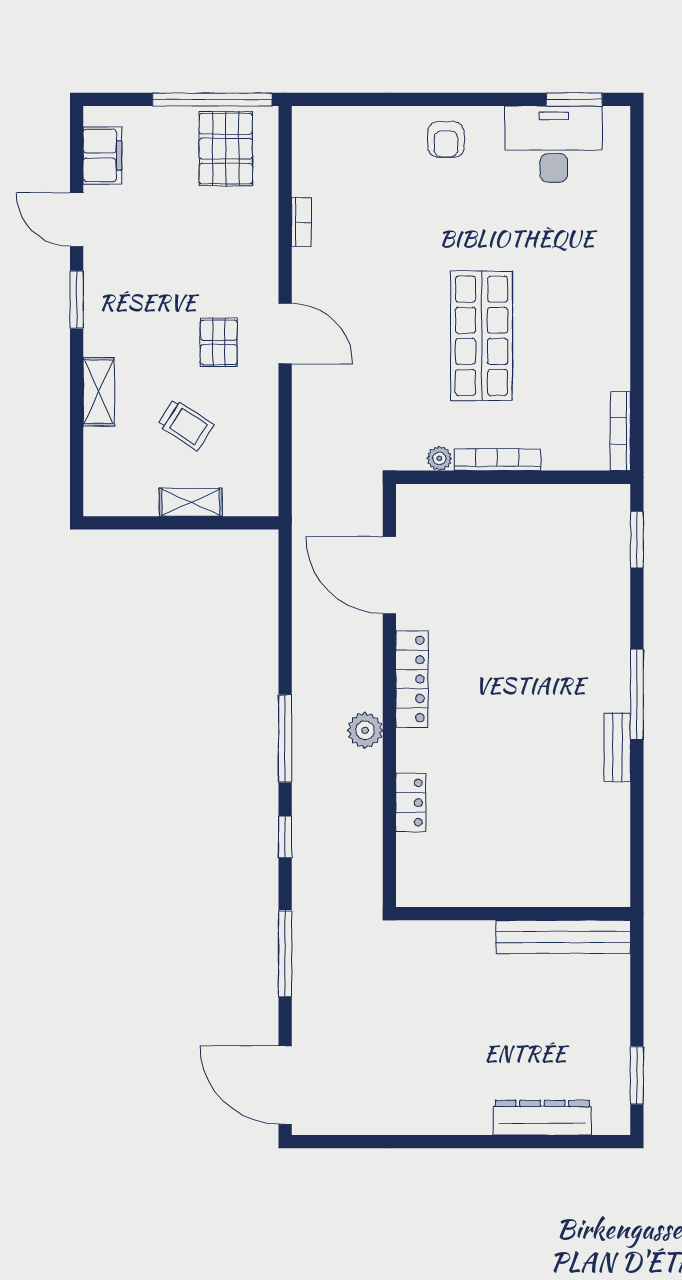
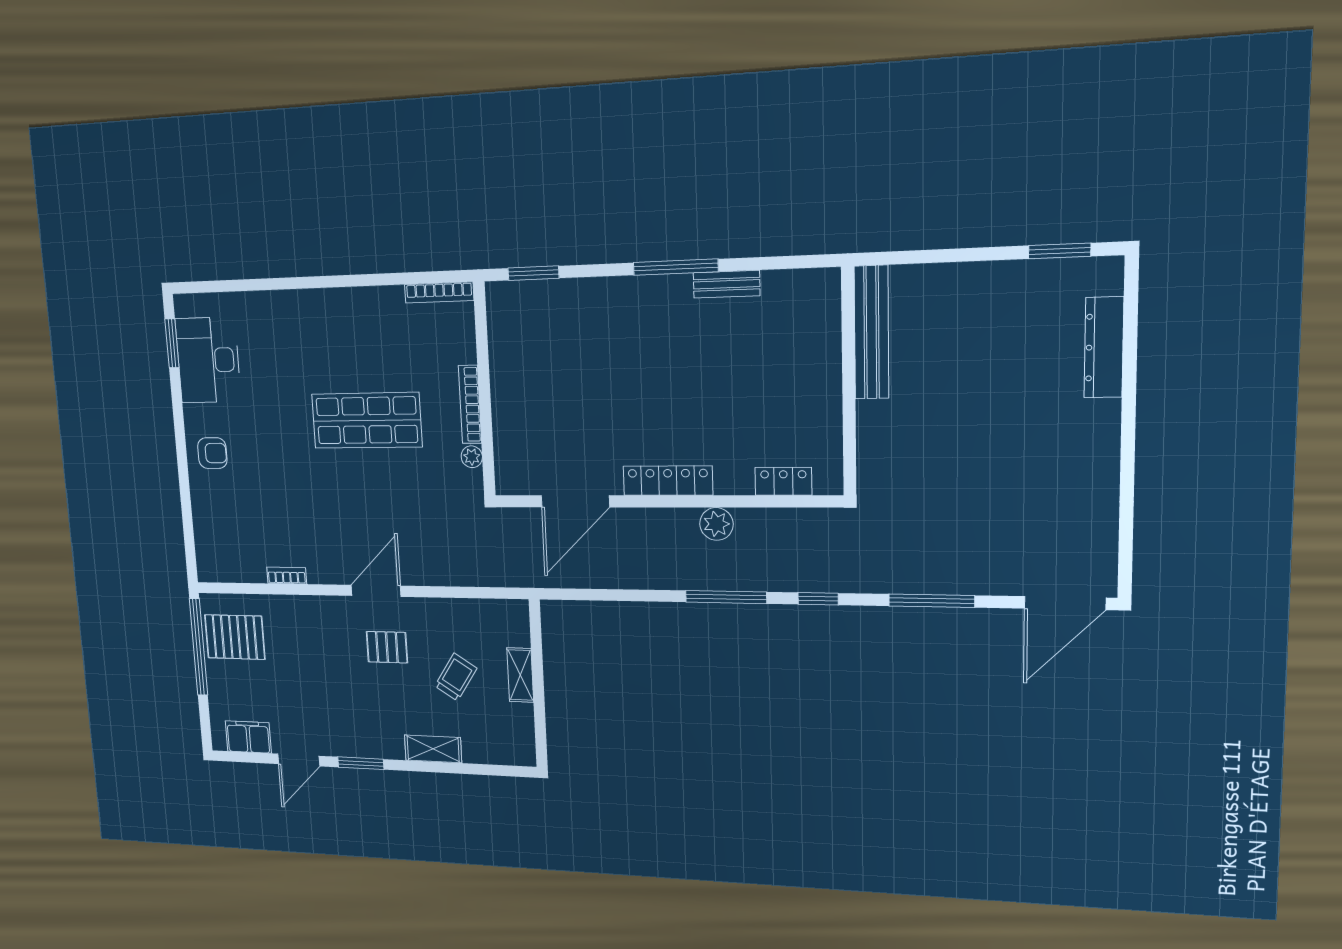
wall: (513, 914) -> (849, 382), moved
bench: (563, 937) -> (871, 332), moved

